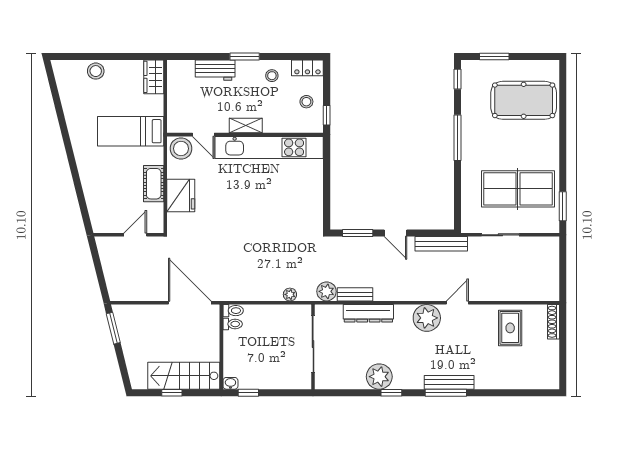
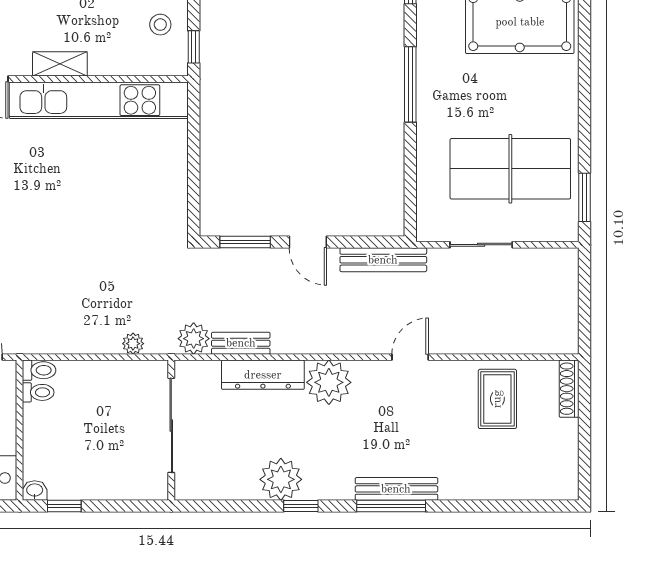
plant: (427, 318) -> (329, 382), moved

